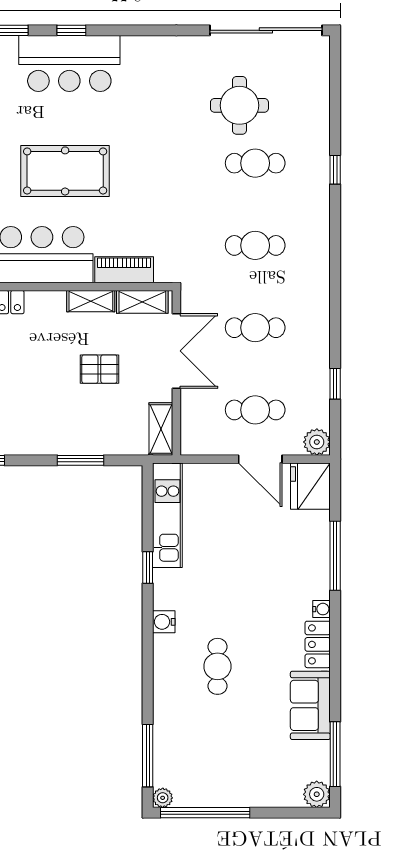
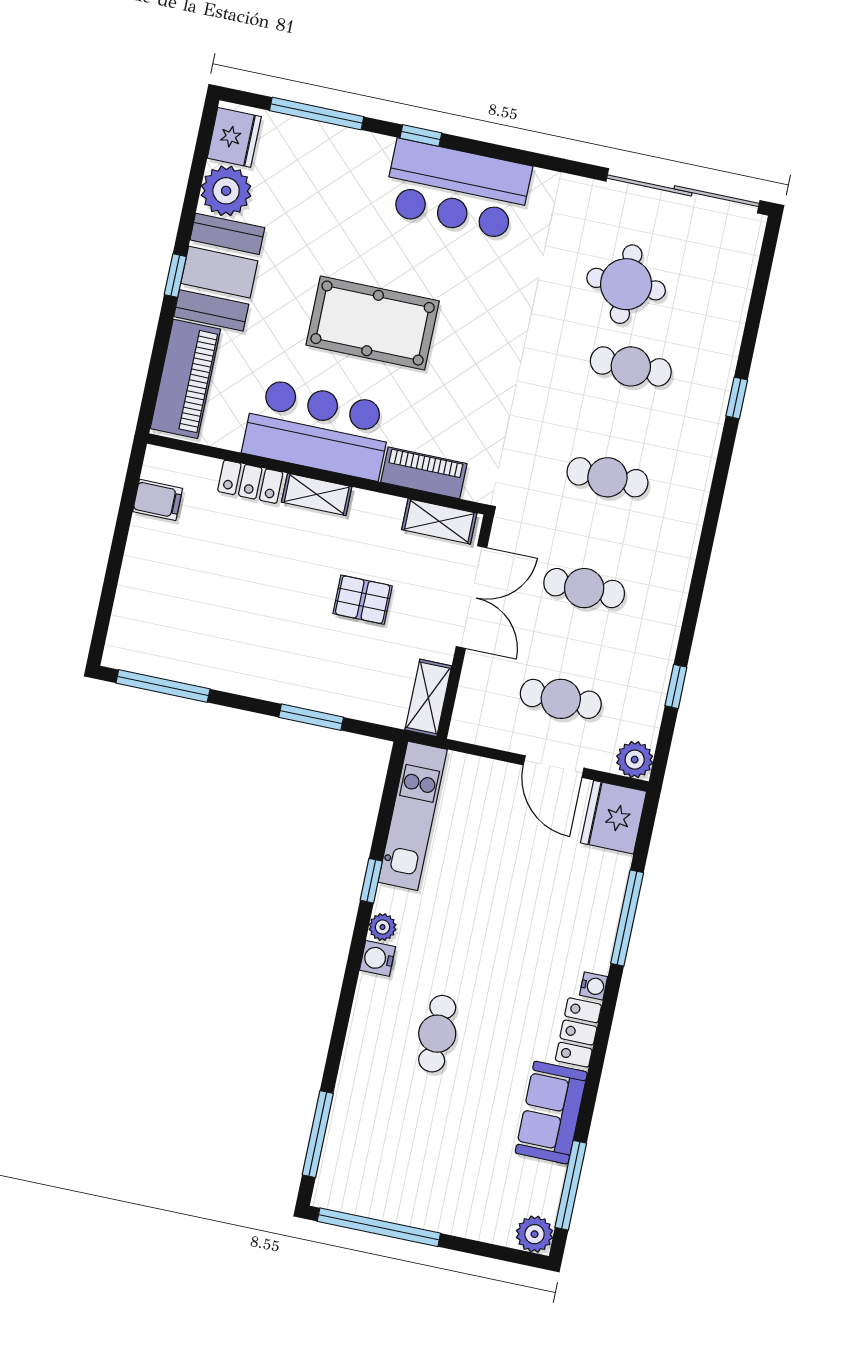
bar counter: (69, 64) -> (457, 190), moved
shelving: (91, 301) -> (317, 494), moved
plant: (163, 798) -> (382, 927), moved

